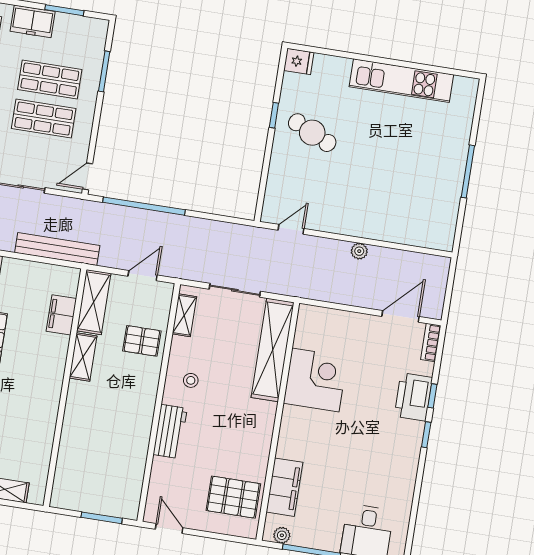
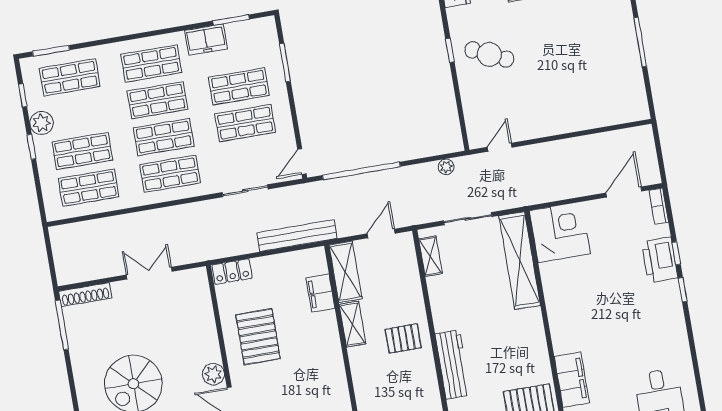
plant: (359, 251) -> (446, 167), moved
pallet: (142, 341) -> (403, 338), moved
stool: (191, 380) -> (456, 313), removed
corner desk: (315, 380) -> (560, 232), moved
workbench: (170, 431) -> (453, 364), width x1.38

